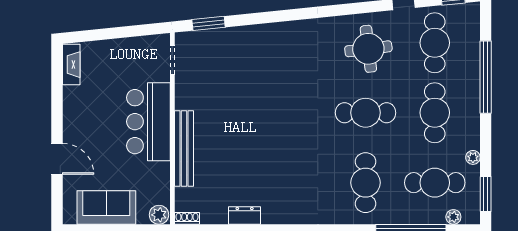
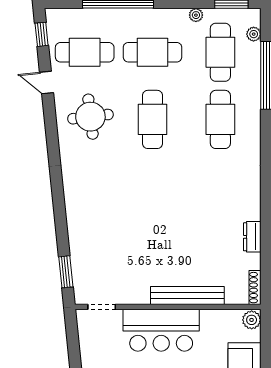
cafe table: (366, 183) -> (220, 119), turned 90
shoe rack: (187, 218) -> (255, 288), width x1.43

